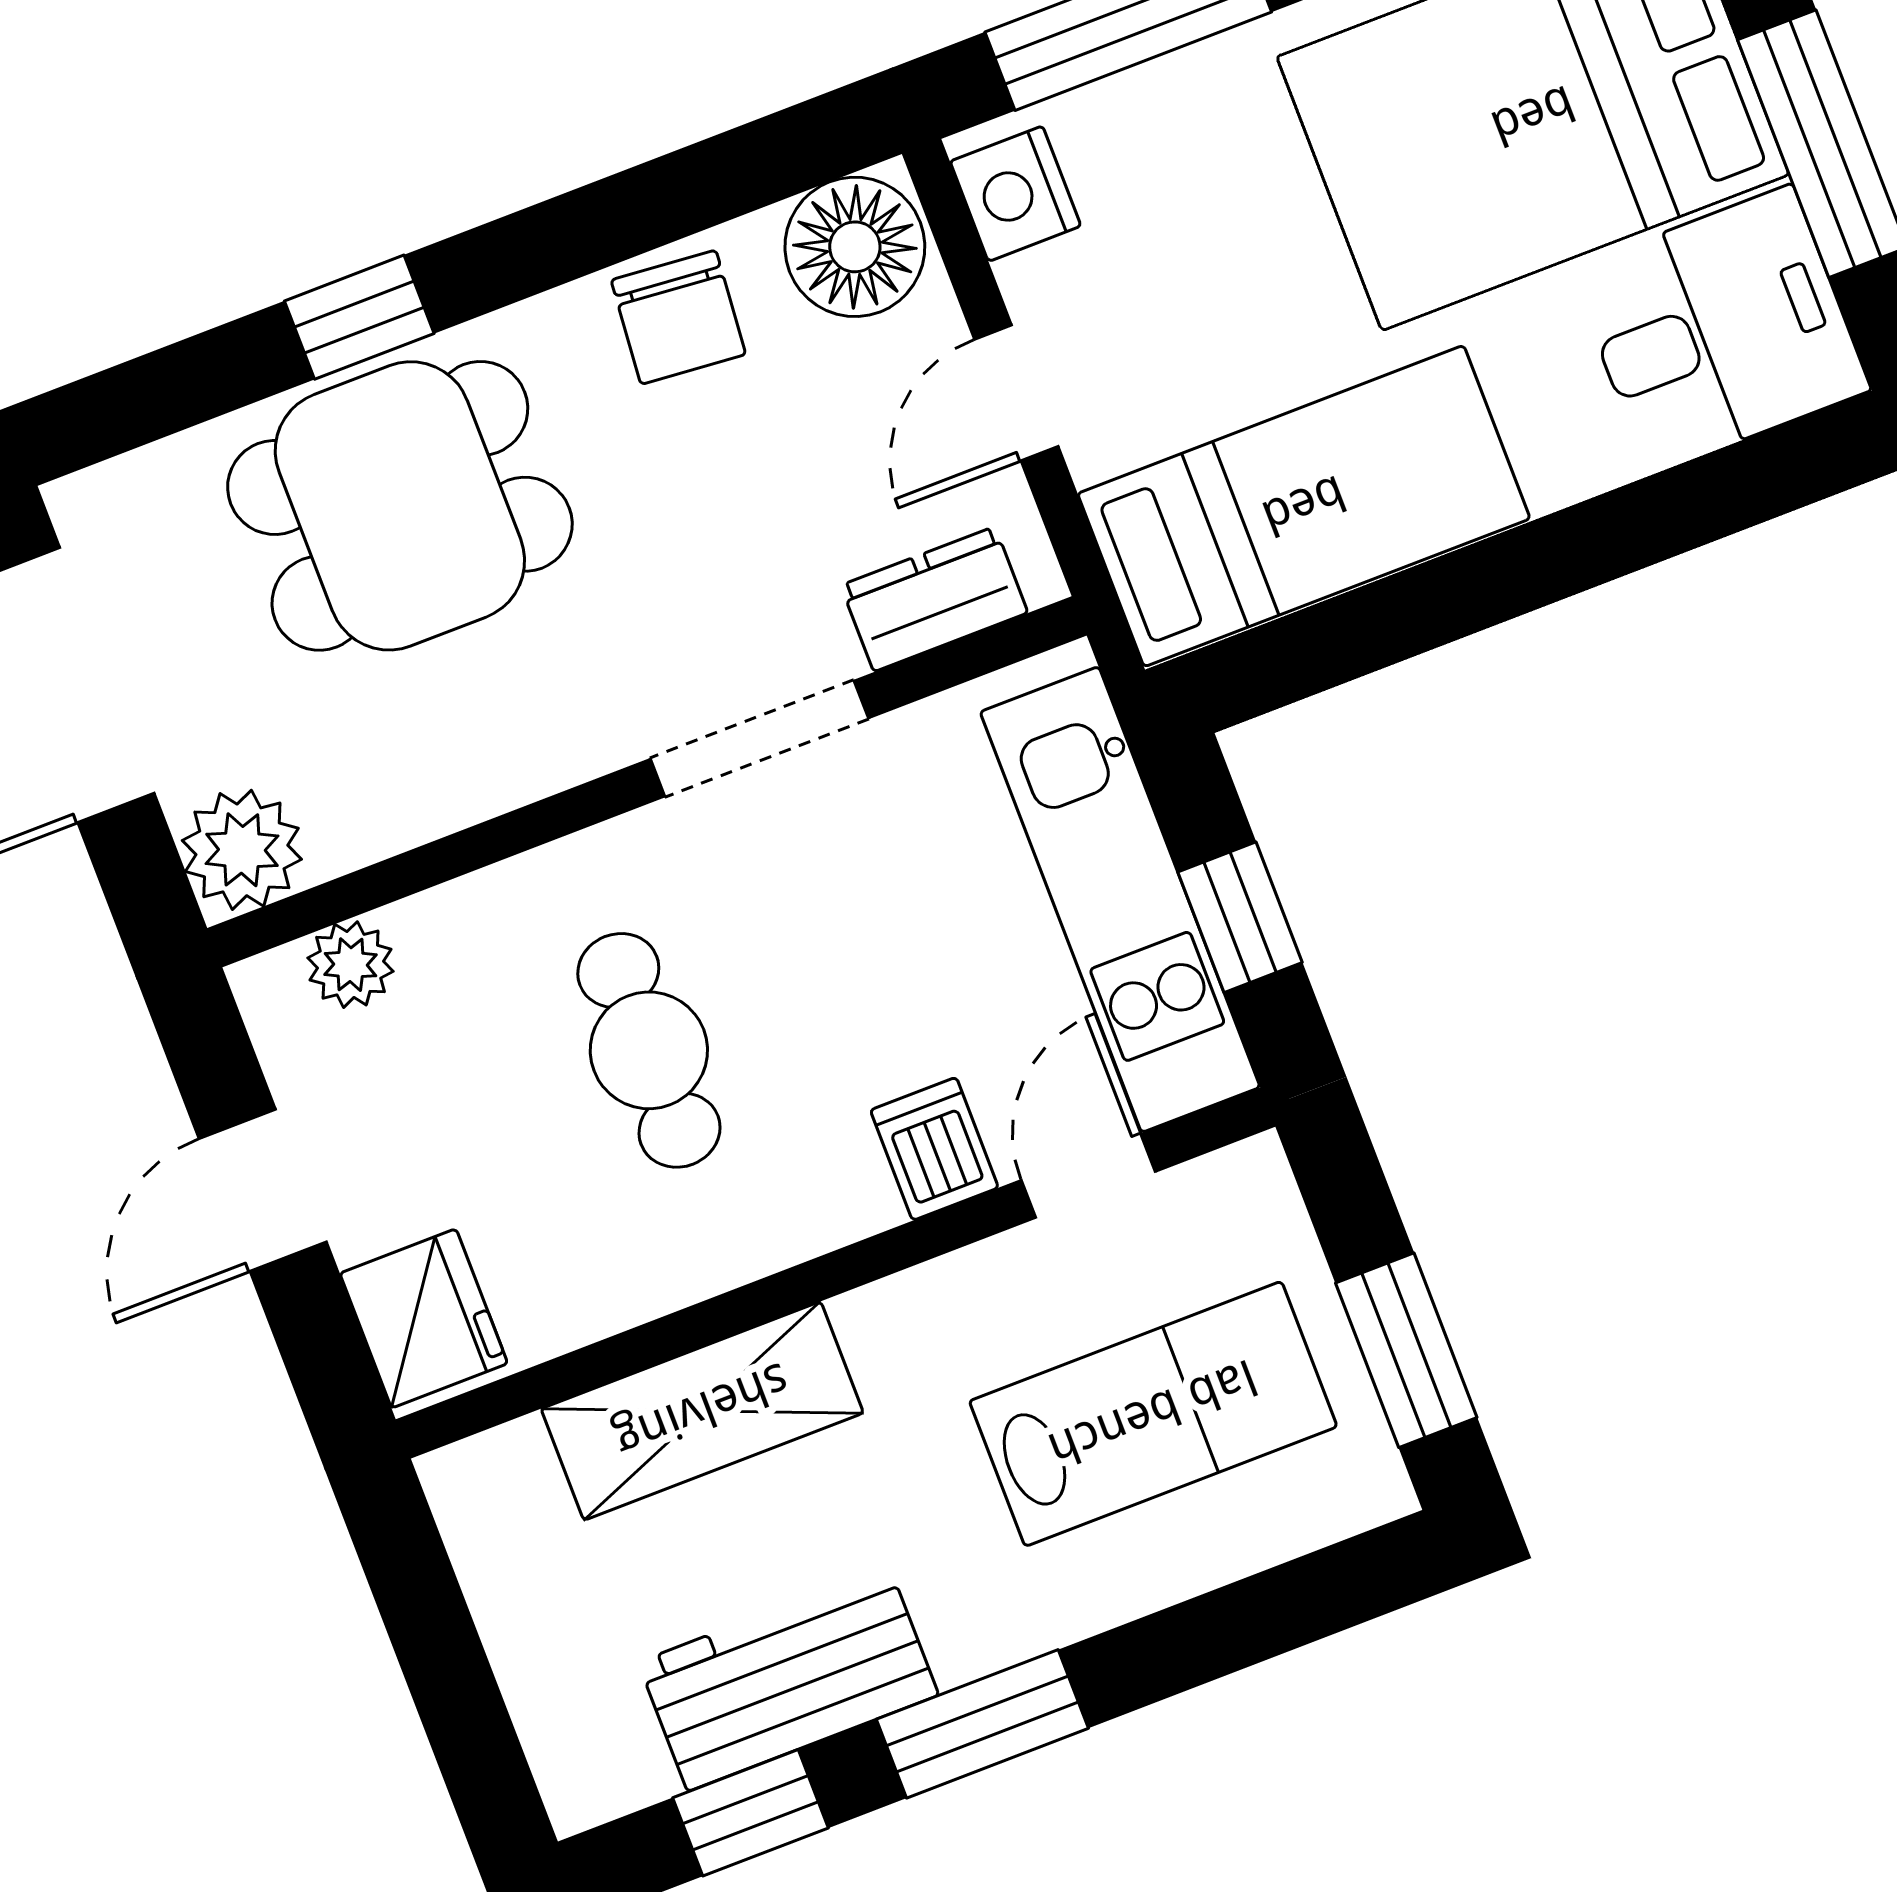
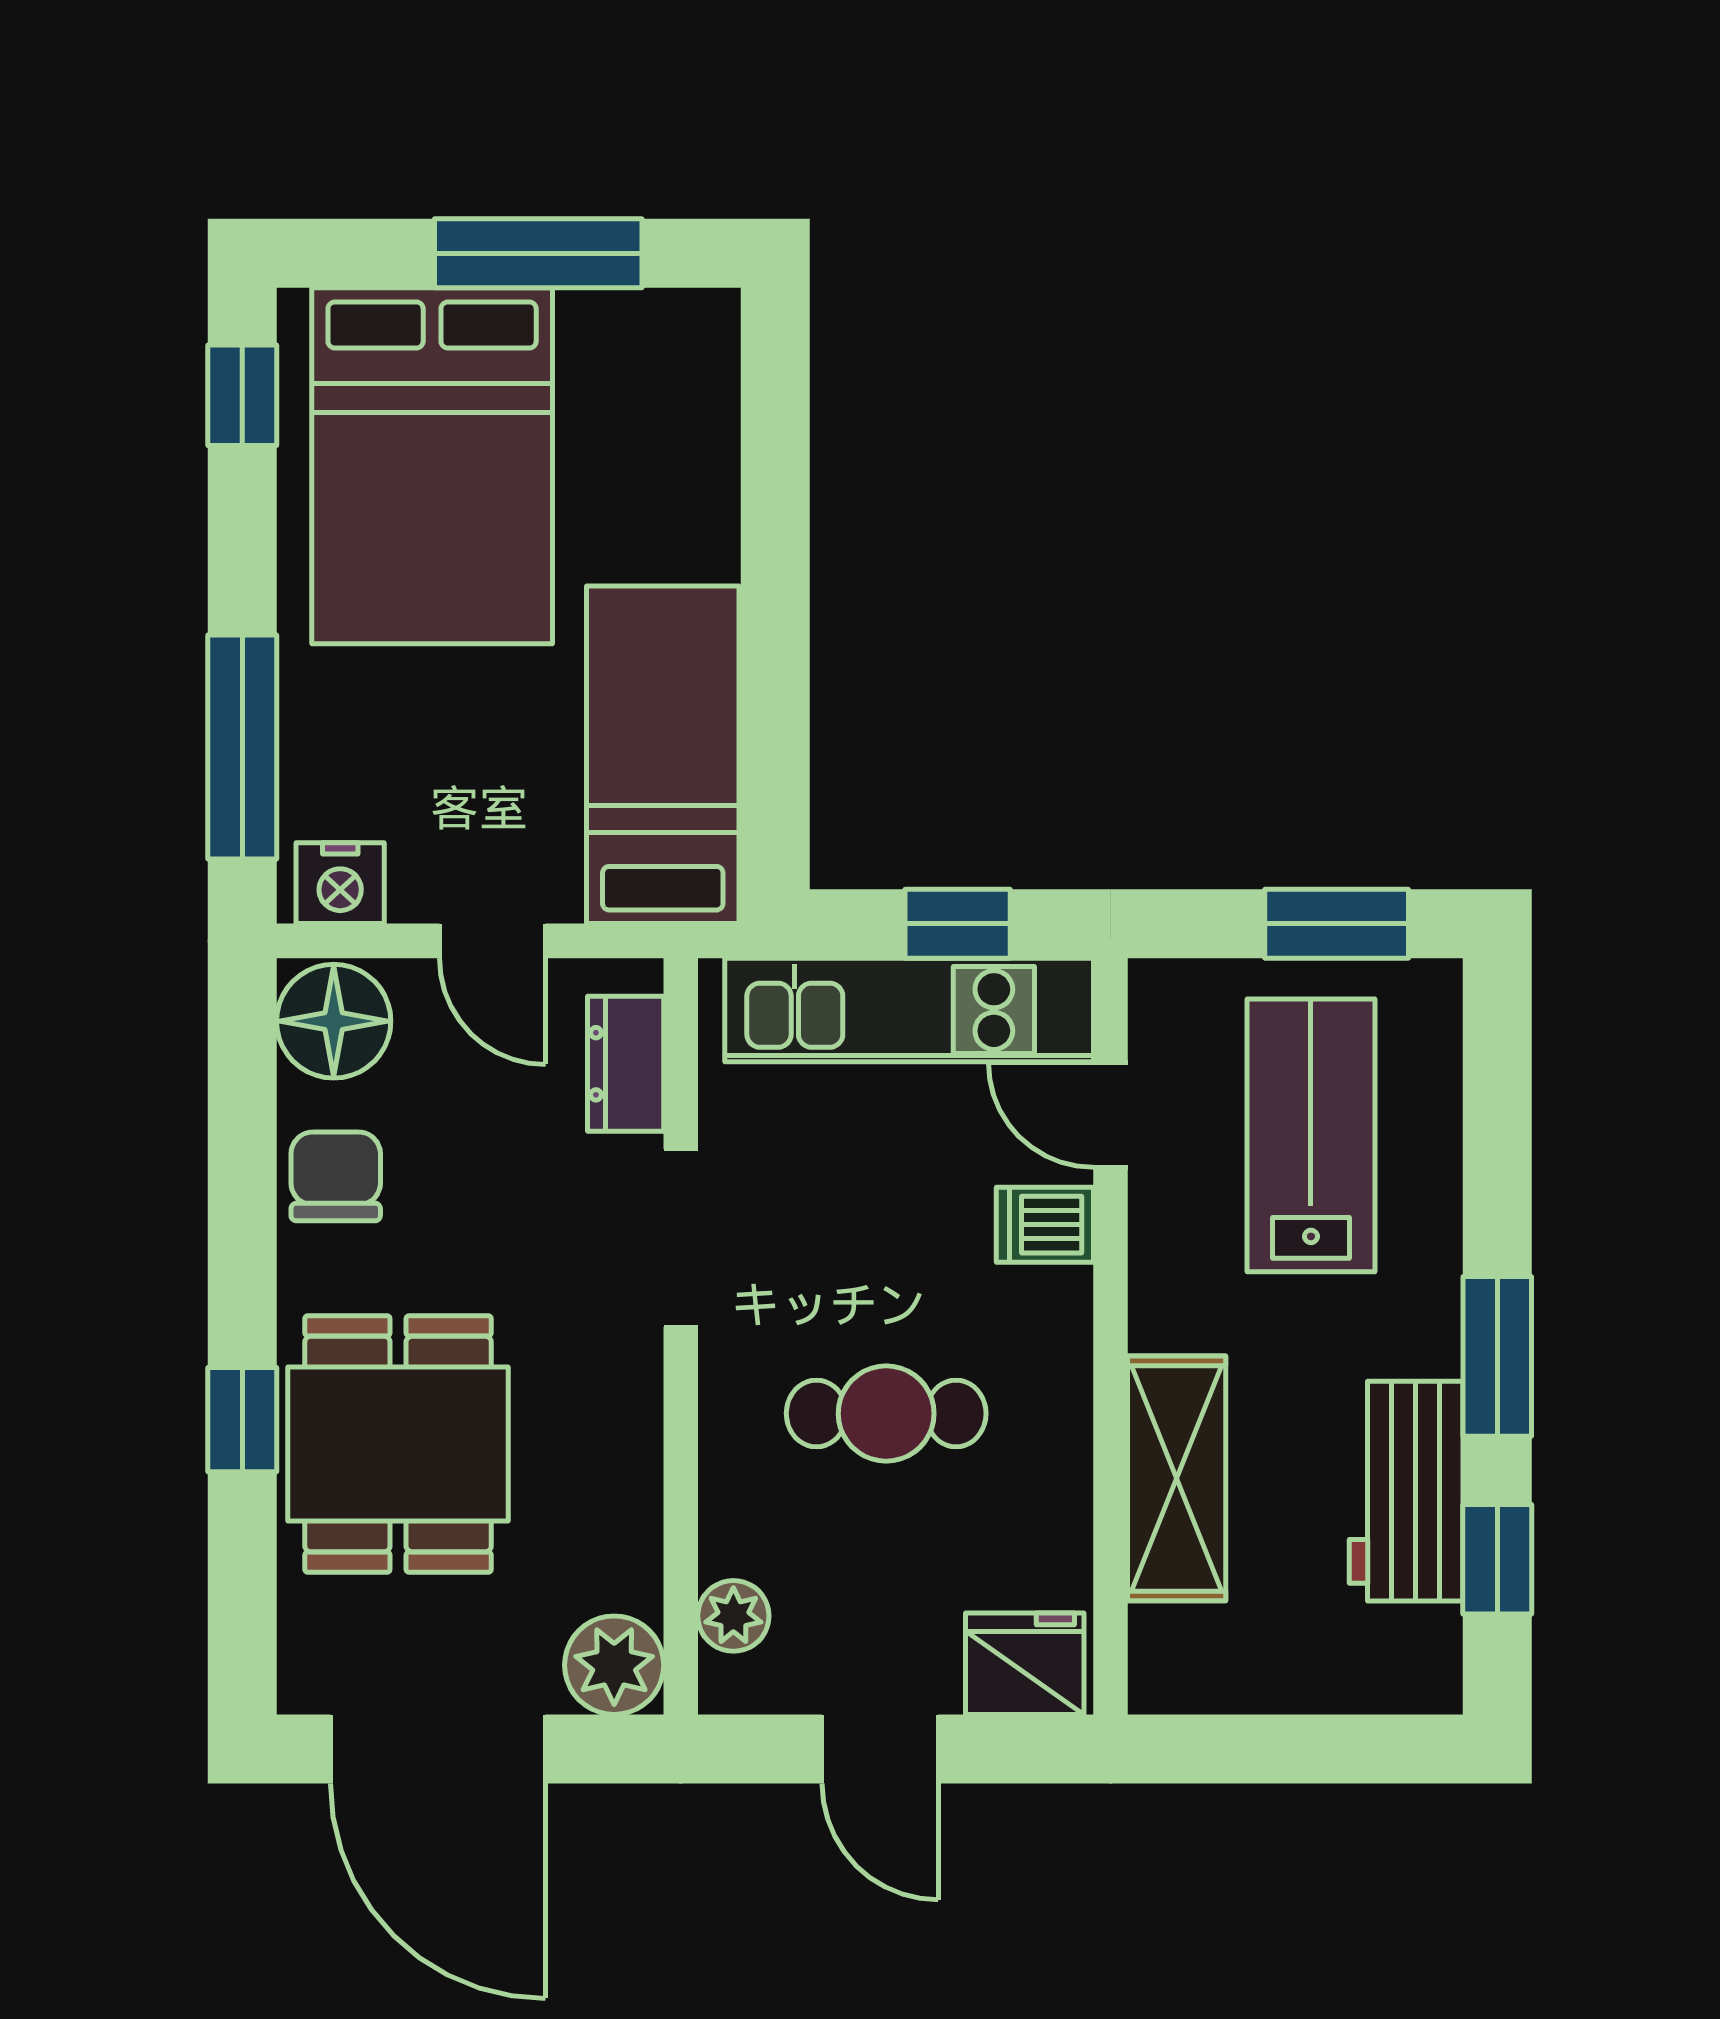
chair: (678, 317) -> (336, 1176), turned -95
desk: (1720, 330) -> (650, 386), removed

